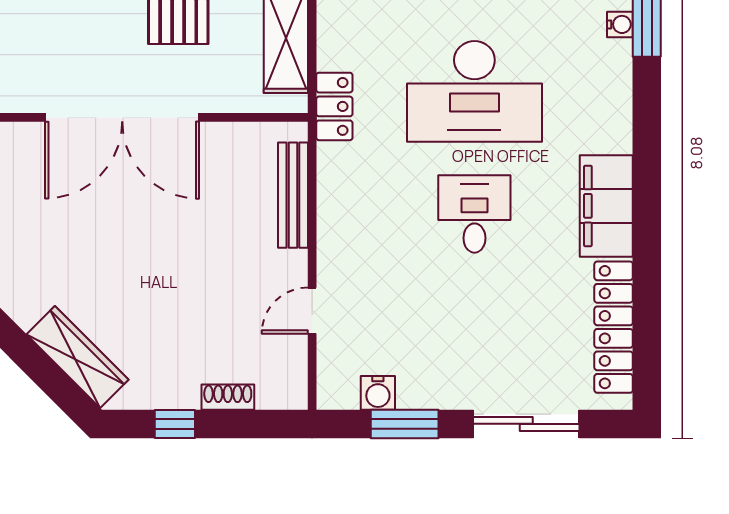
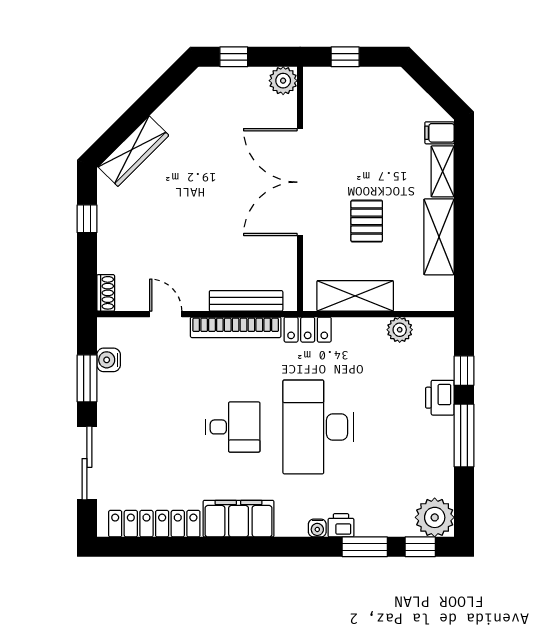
water cooler: (620, 24) -> (317, 528), moved
printer: (616, 59) -> (341, 525), added
bookcase: (331, 210) -> (236, 327), added
shoe rack: (228, 397) -> (106, 293), moved

